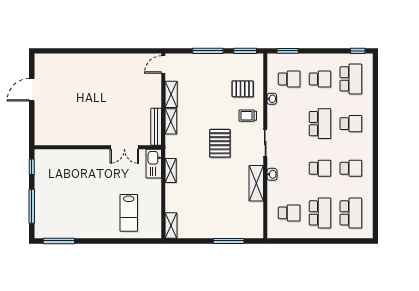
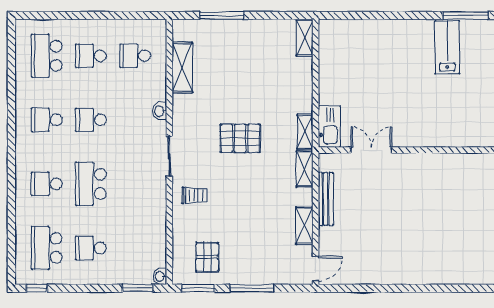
school desk: (289, 79) -> (135, 248), removed
pallet: (243, 89) -> (207, 257), moved, turned 90
washbasin: (272, 99) -> (160, 276), moved
shelving: (171, 121) -> (305, 169), moved
bench: (156, 127) -> (326, 199), moved
pallet: (220, 143) -> (240, 138), moved, turned 90
shelving: (171, 170) -> (305, 132), moved
shelving: (256, 183) -> (182, 68), moved
lab bench: (129, 213) -> (447, 47), moved
school desk: (320, 213) -> (91, 56), width x0.54

